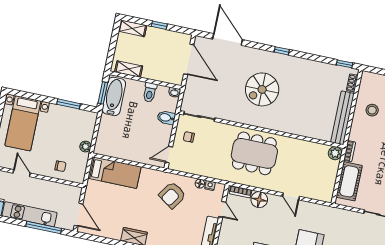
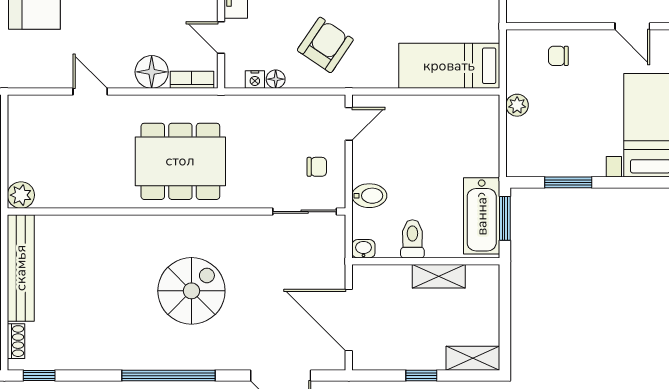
window: (282, 51) -> (169, 376), width x3.17
shelving: (129, 69) -> (439, 276), moved

